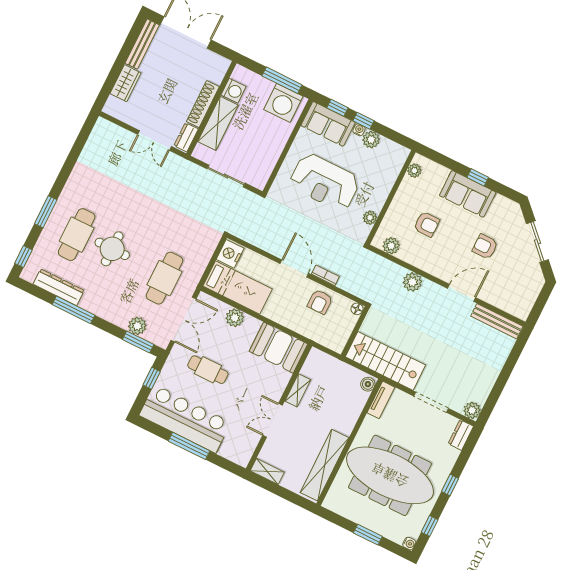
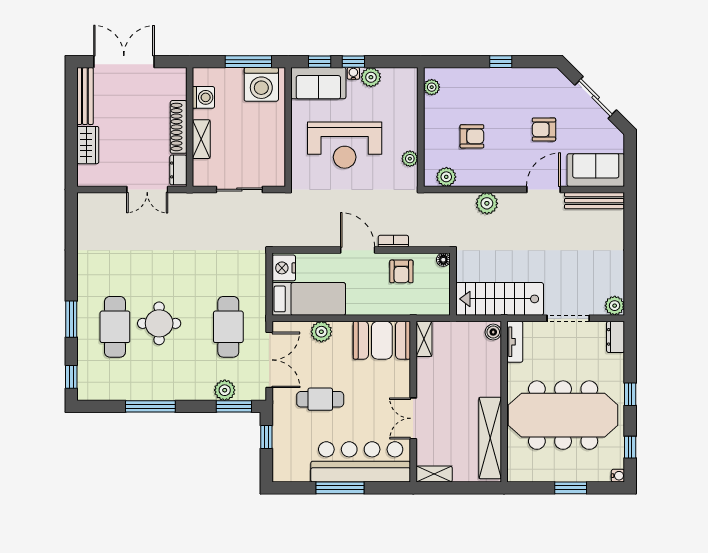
shelving: (218, 123) -> (201, 139), width x0.67, depth x0.75
sofa: (468, 194) -> (596, 170), moved, turned 180
dresser: (59, 287) -> (123, 391), removed
shelving: (298, 390) -> (424, 339), moved
bar counter: (185, 419) -> (361, 462), moved

